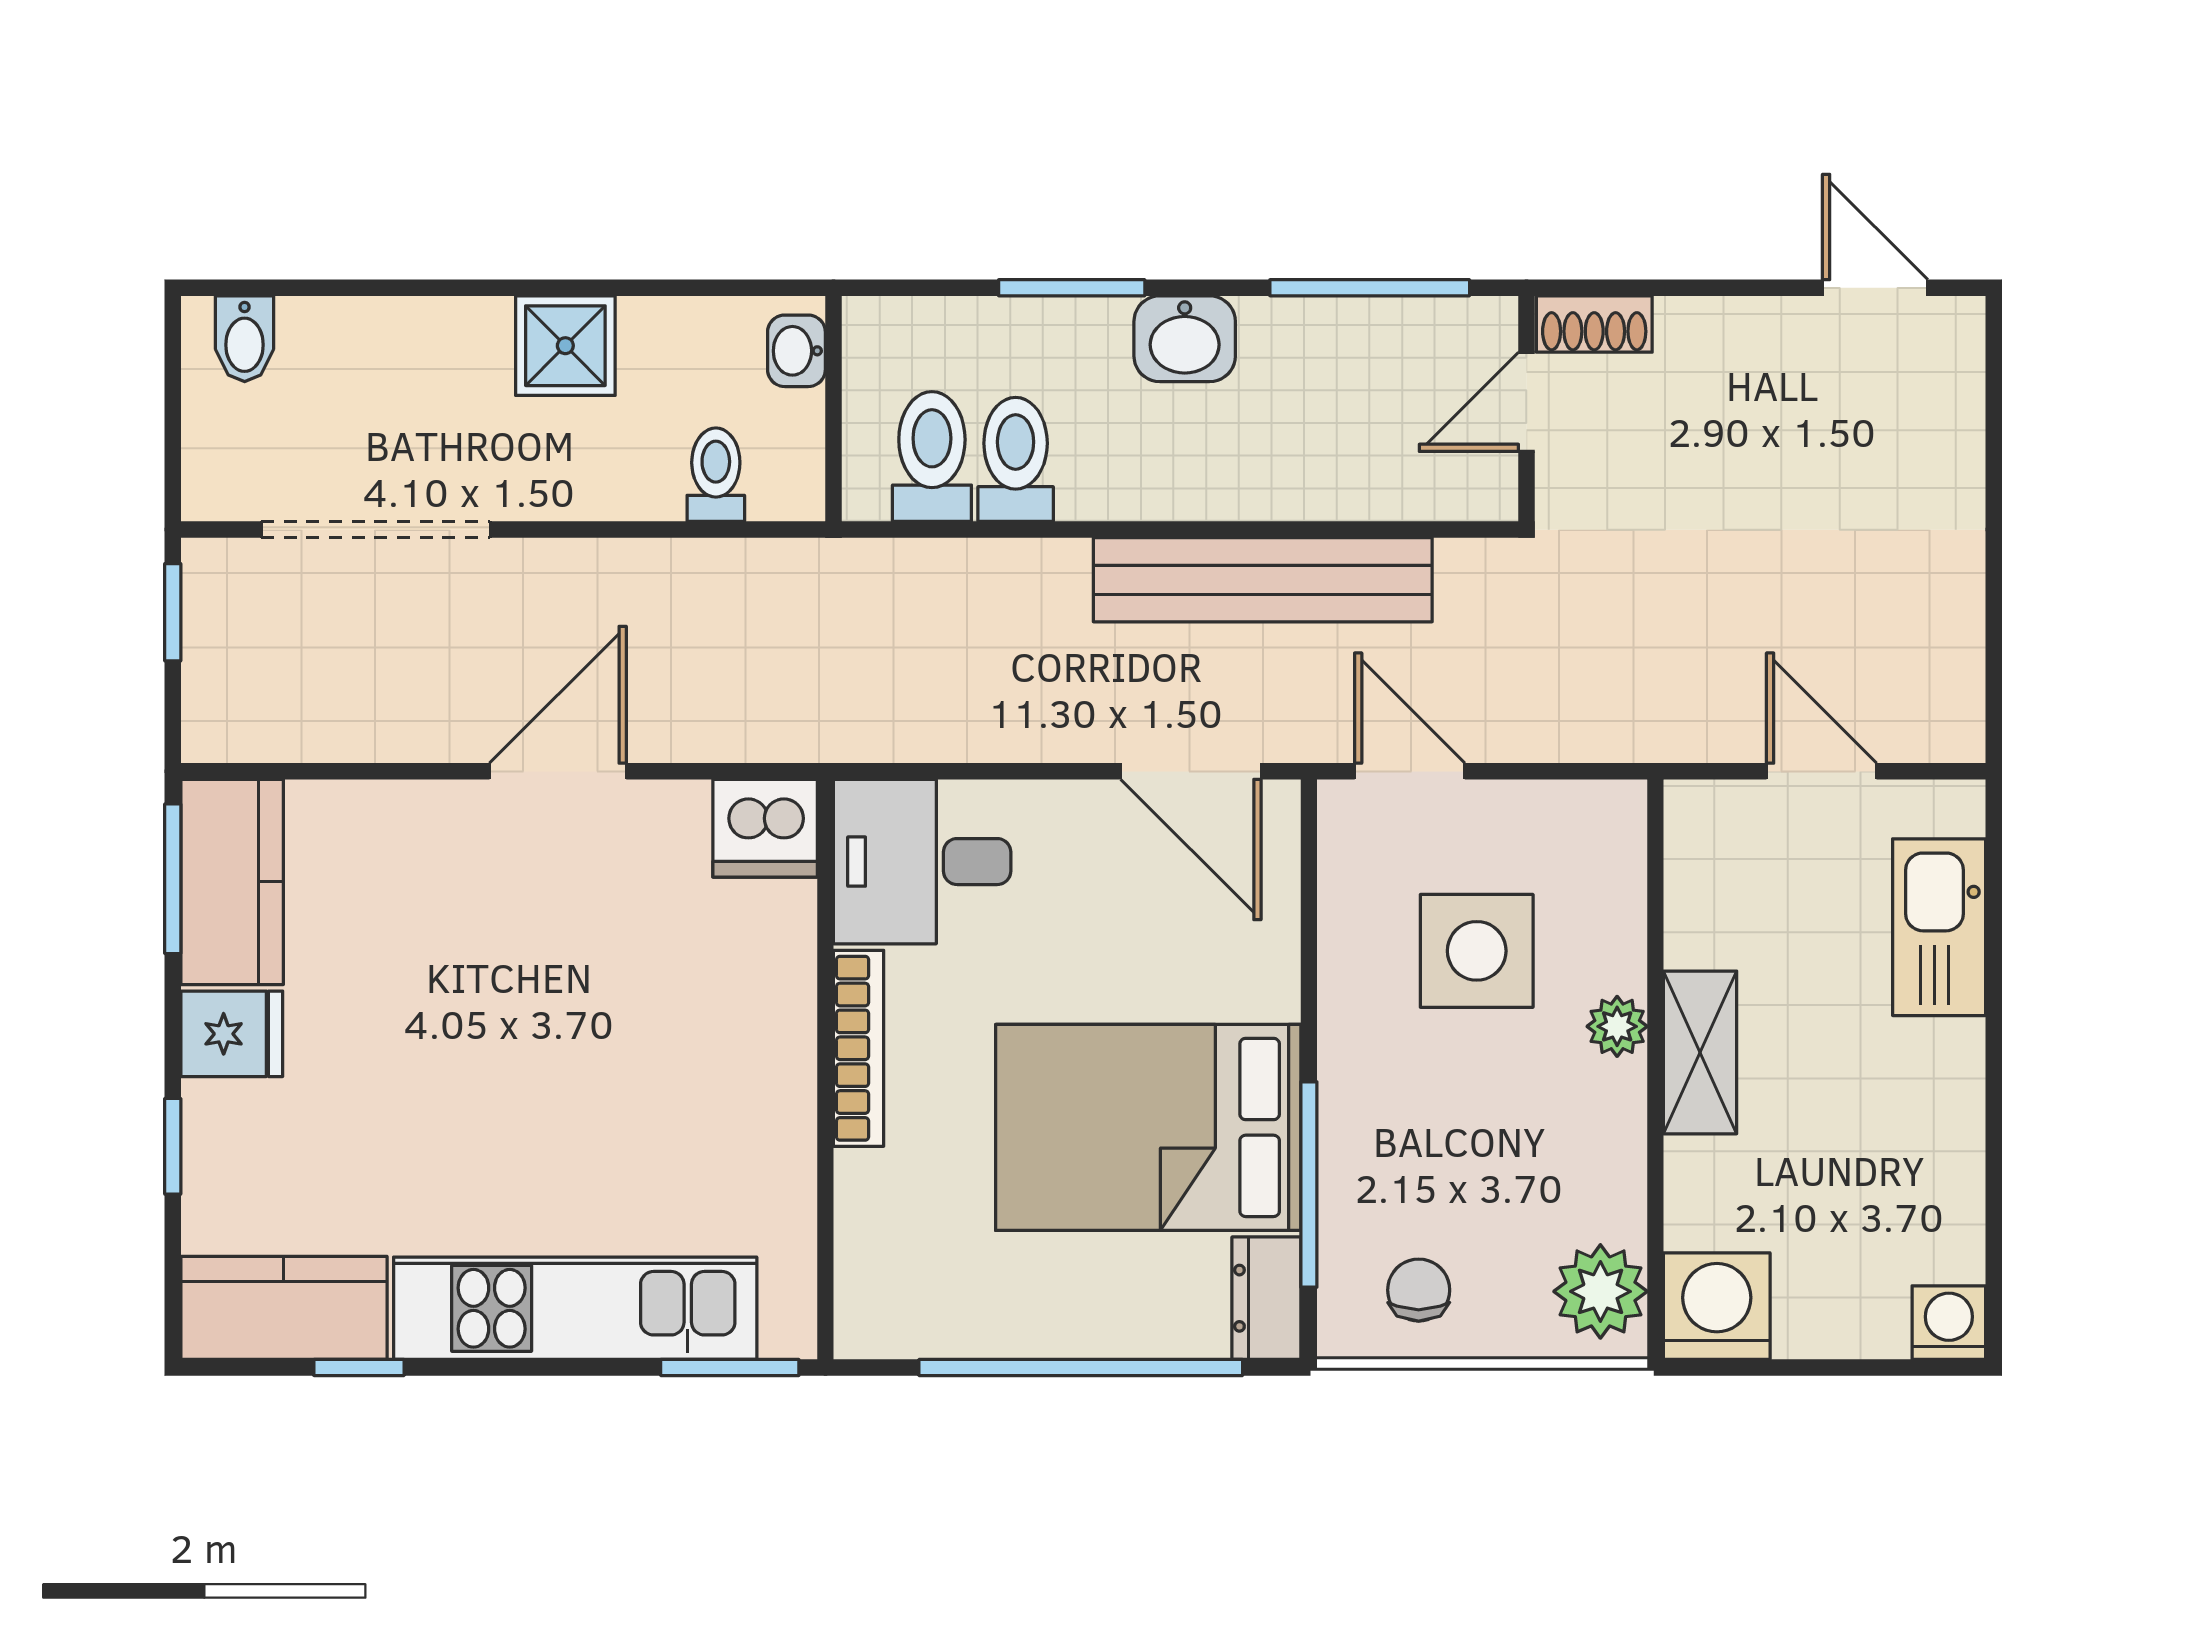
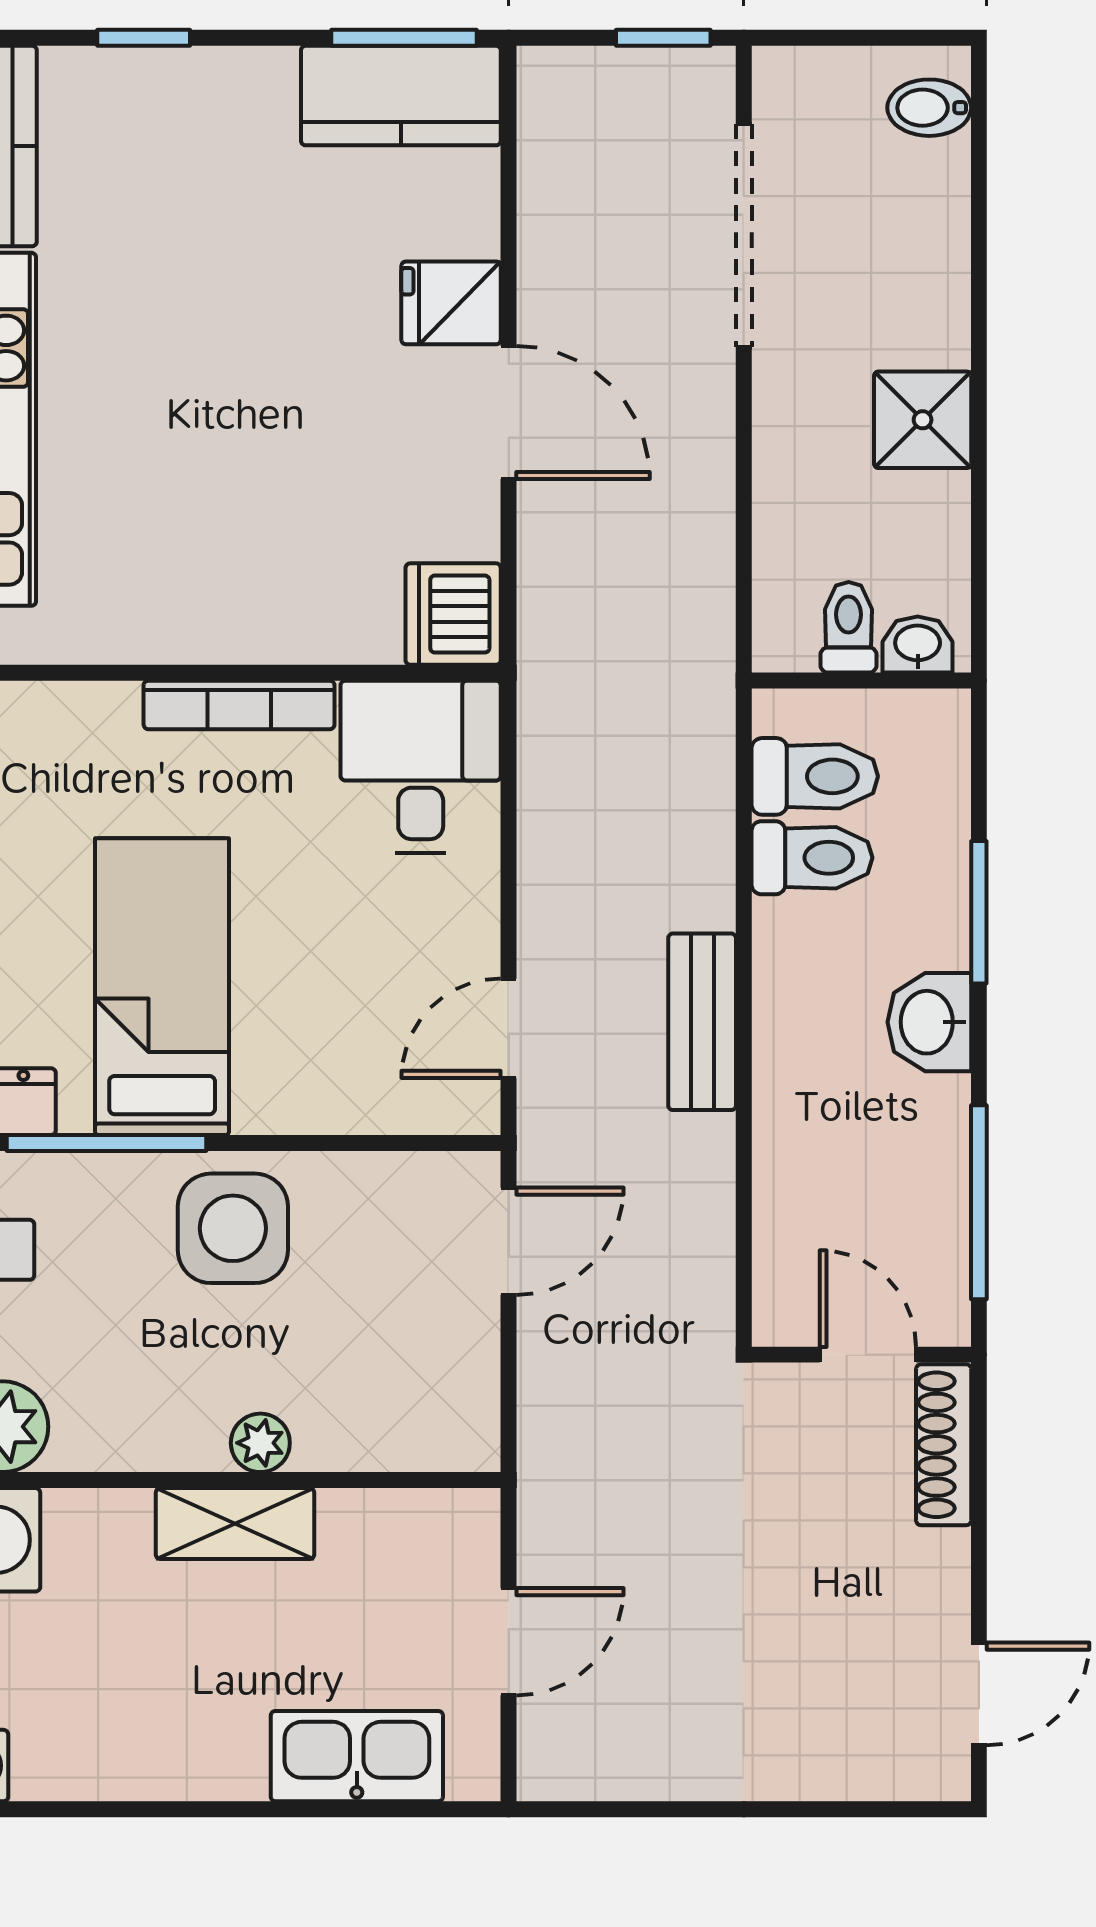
shoe rack: (1594, 324) -> (944, 1445), width x1.43
toilet: (716, 475) -> (849, 627), moved, turned -90
bench: (1263, 580) -> (702, 1022), width x0.54, depth x0.82
door: (1191, 771) -> (509, 1028), width x0.73
side table: (1477, 951) -> (233, 1228), moved
fridge: (232, 1034) -> (451, 303), moved, turned 90
bed: (1148, 1127) -> (162, 987), width x0.67

